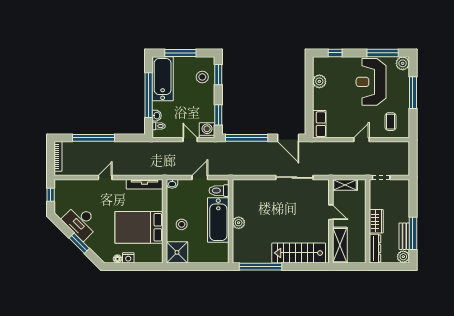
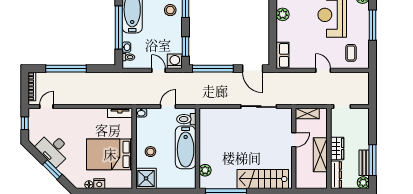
door: (361, 140) -> (323, 70), hinge flipped
door: (105, 177) -> (46, 107), moved
tv unit: (145, 184) -> (120, 113), width x0.71
door: (331, 212) -> (294, 140), hinge flipped
plant: (239, 223) -> (205, 170), moved
shelving: (340, 245) -> (320, 155), moved

